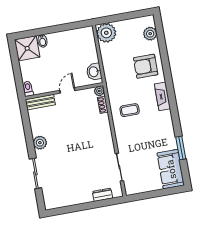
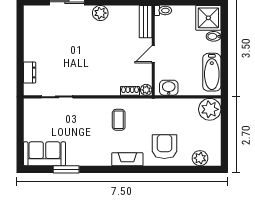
bathtub: (74, 37) -> (212, 72), added
door: (67, 90) -> (153, 54), swing flipped

